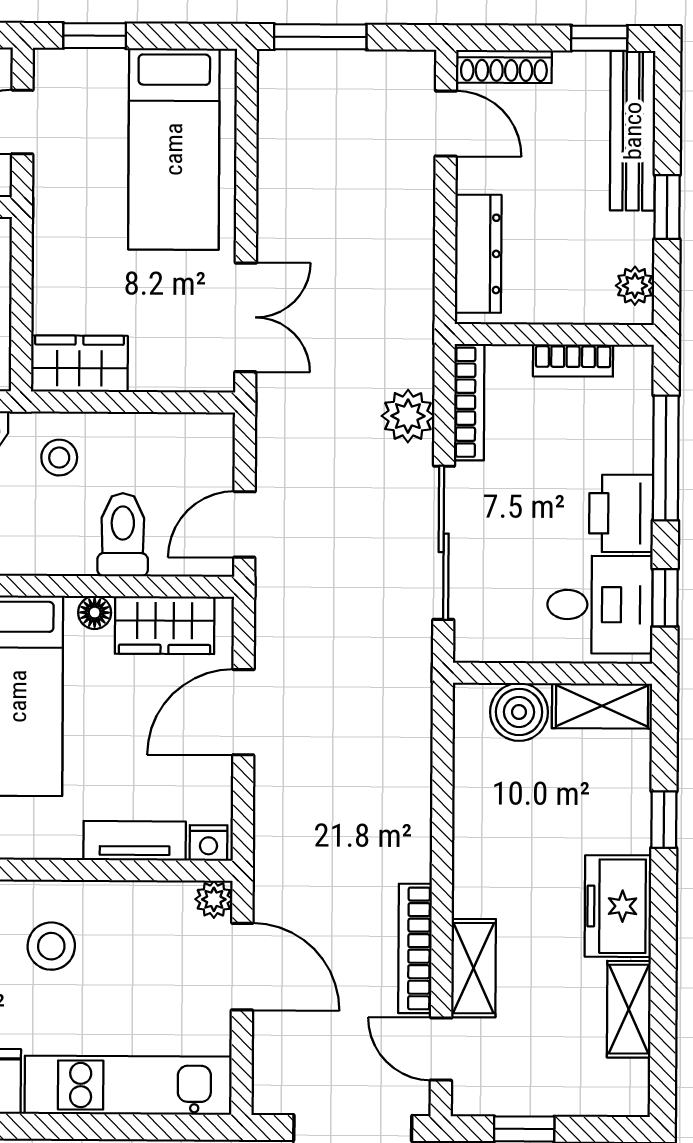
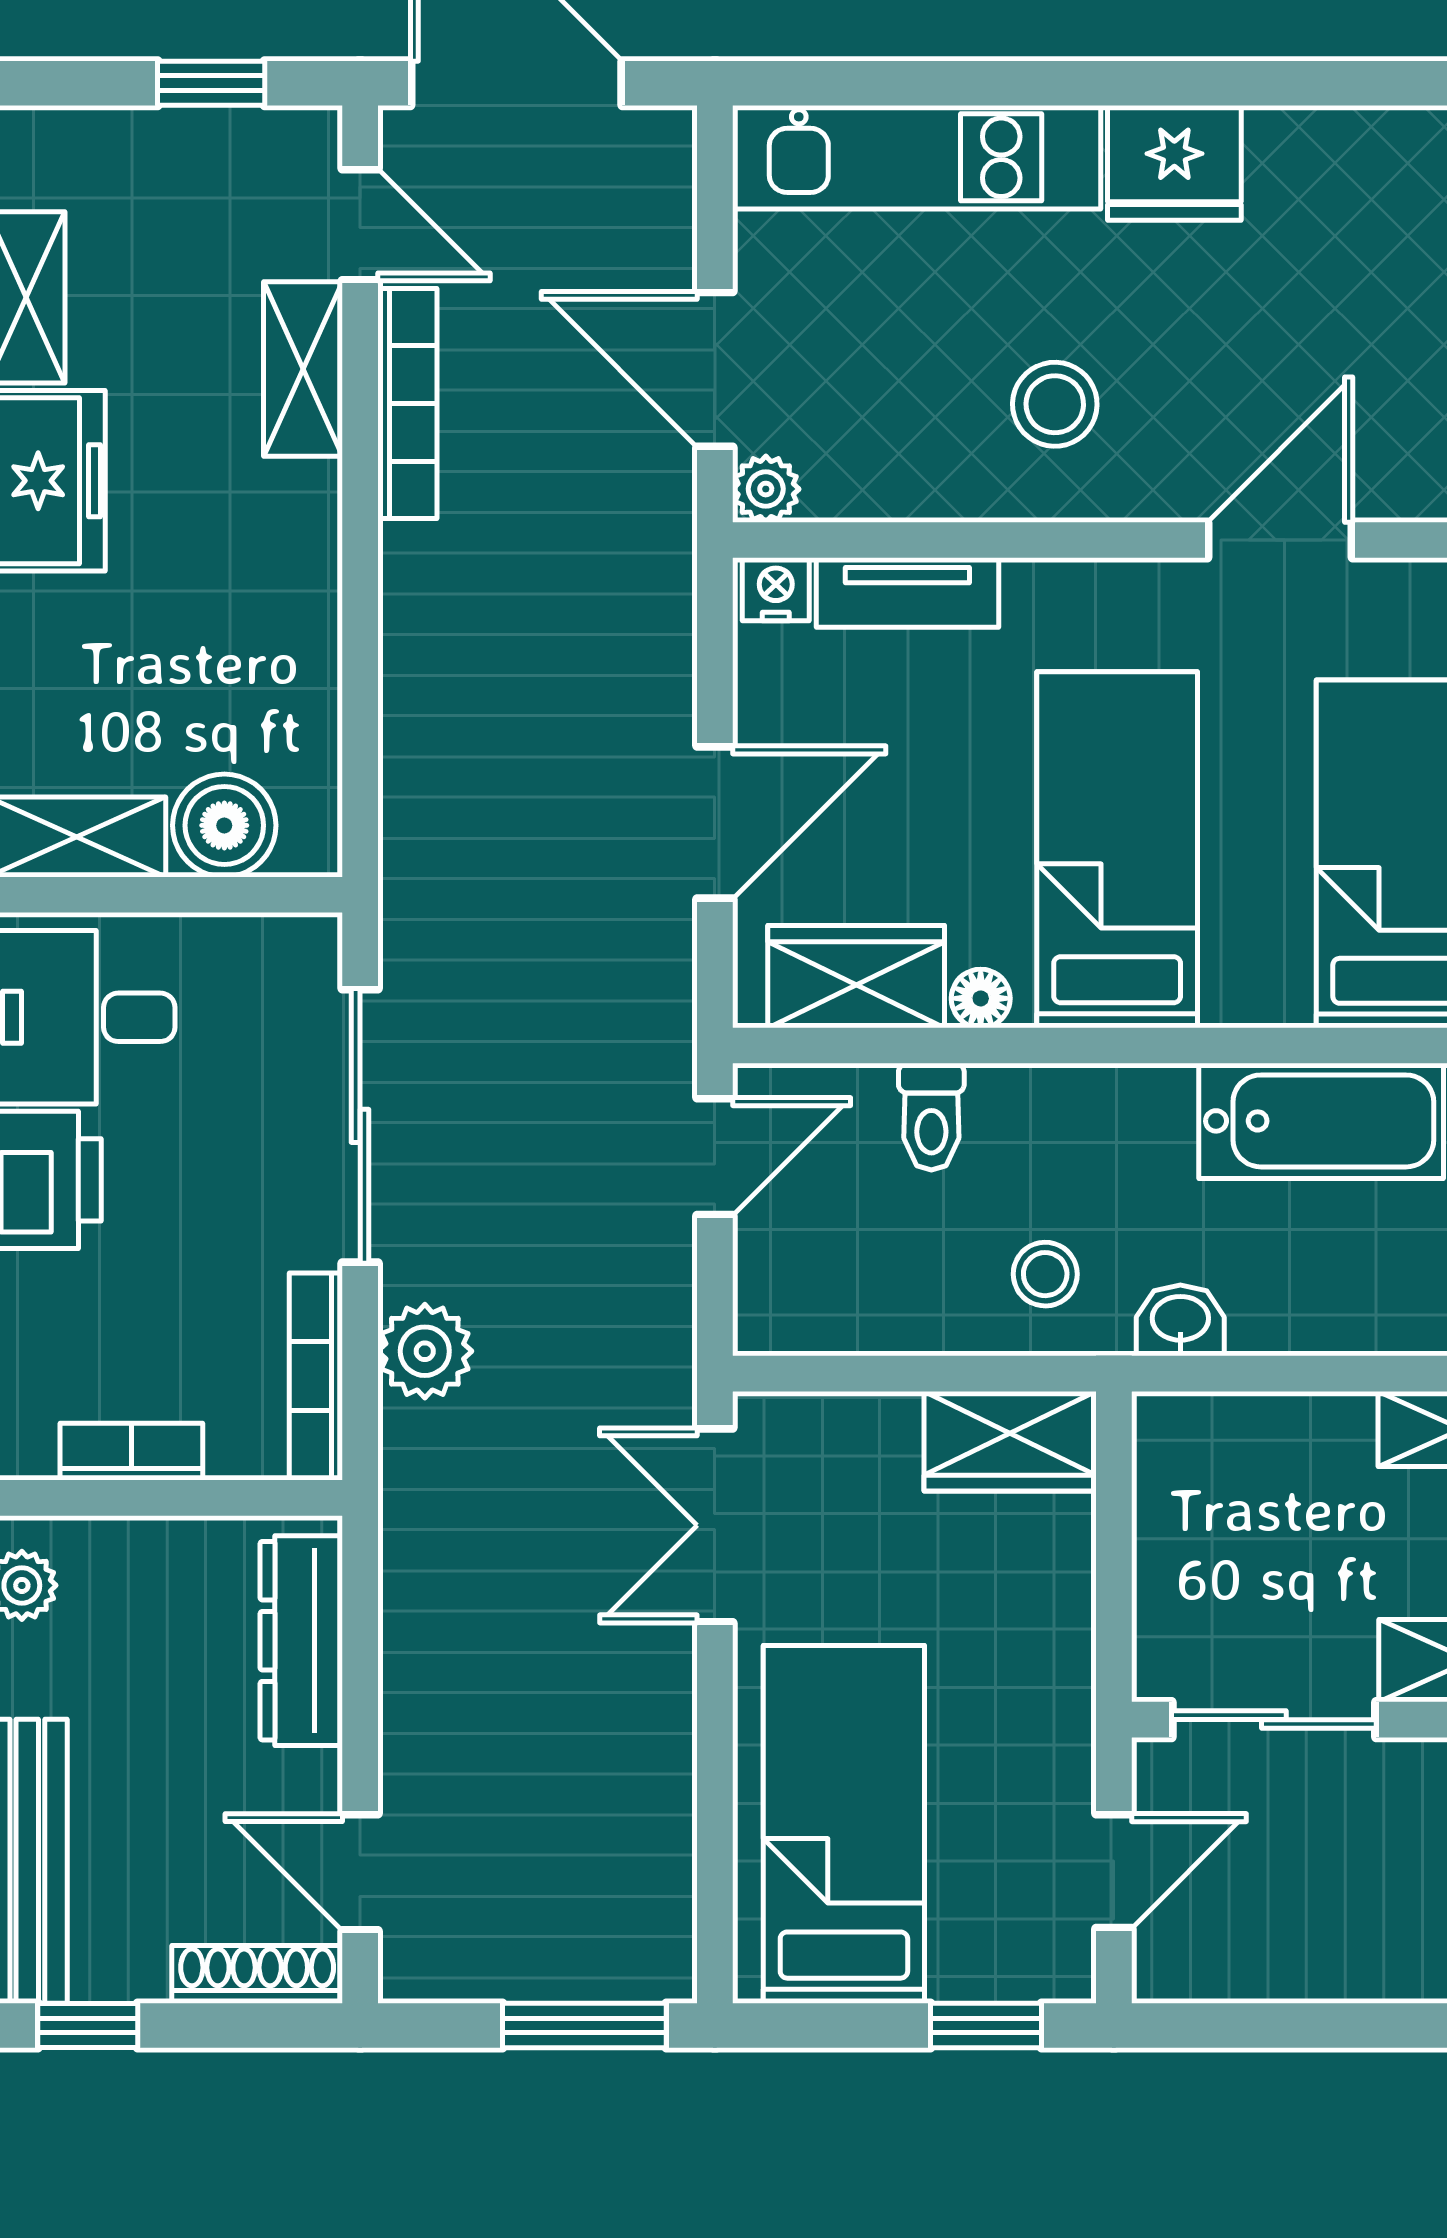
toilet: (123, 535) -> (931, 1117), width x0.73, depth x0.72

